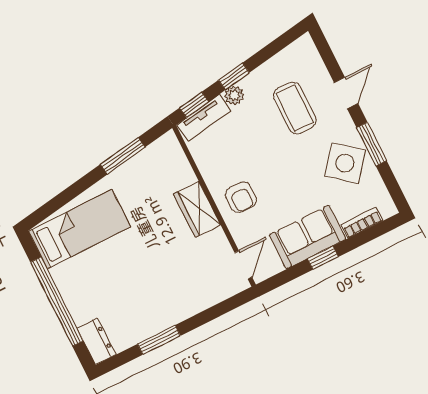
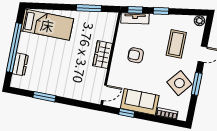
plant: (234, 95) -> (199, 21), moved
armchair: (241, 197) -> (136, 55), moved, turned 90
window: (323, 258) -> (127, 113), moved
dresser: (96, 341) -> (20, 64), moved

